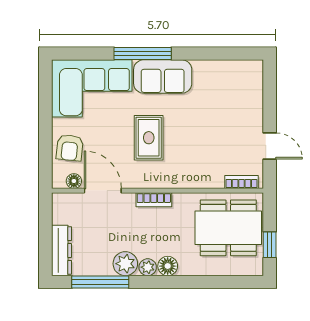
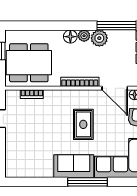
bookcase: (241, 182) -> (32, 94), moved
bookcase: (154, 200) -> (80, 82), width x1.56

